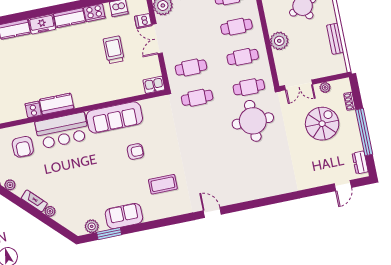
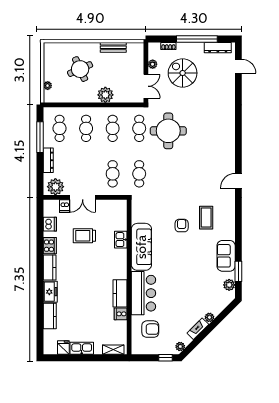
kitchen sink: (154, 85) -> (121, 240), moved
armchair: (135, 152) -> (182, 226), moved
dresser: (360, 162) -> (218, 48), width x1.44

